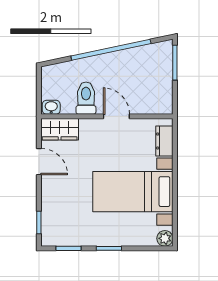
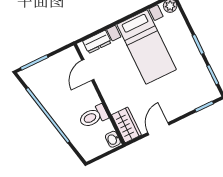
door: (116, 116) -> (88, 70), moved

